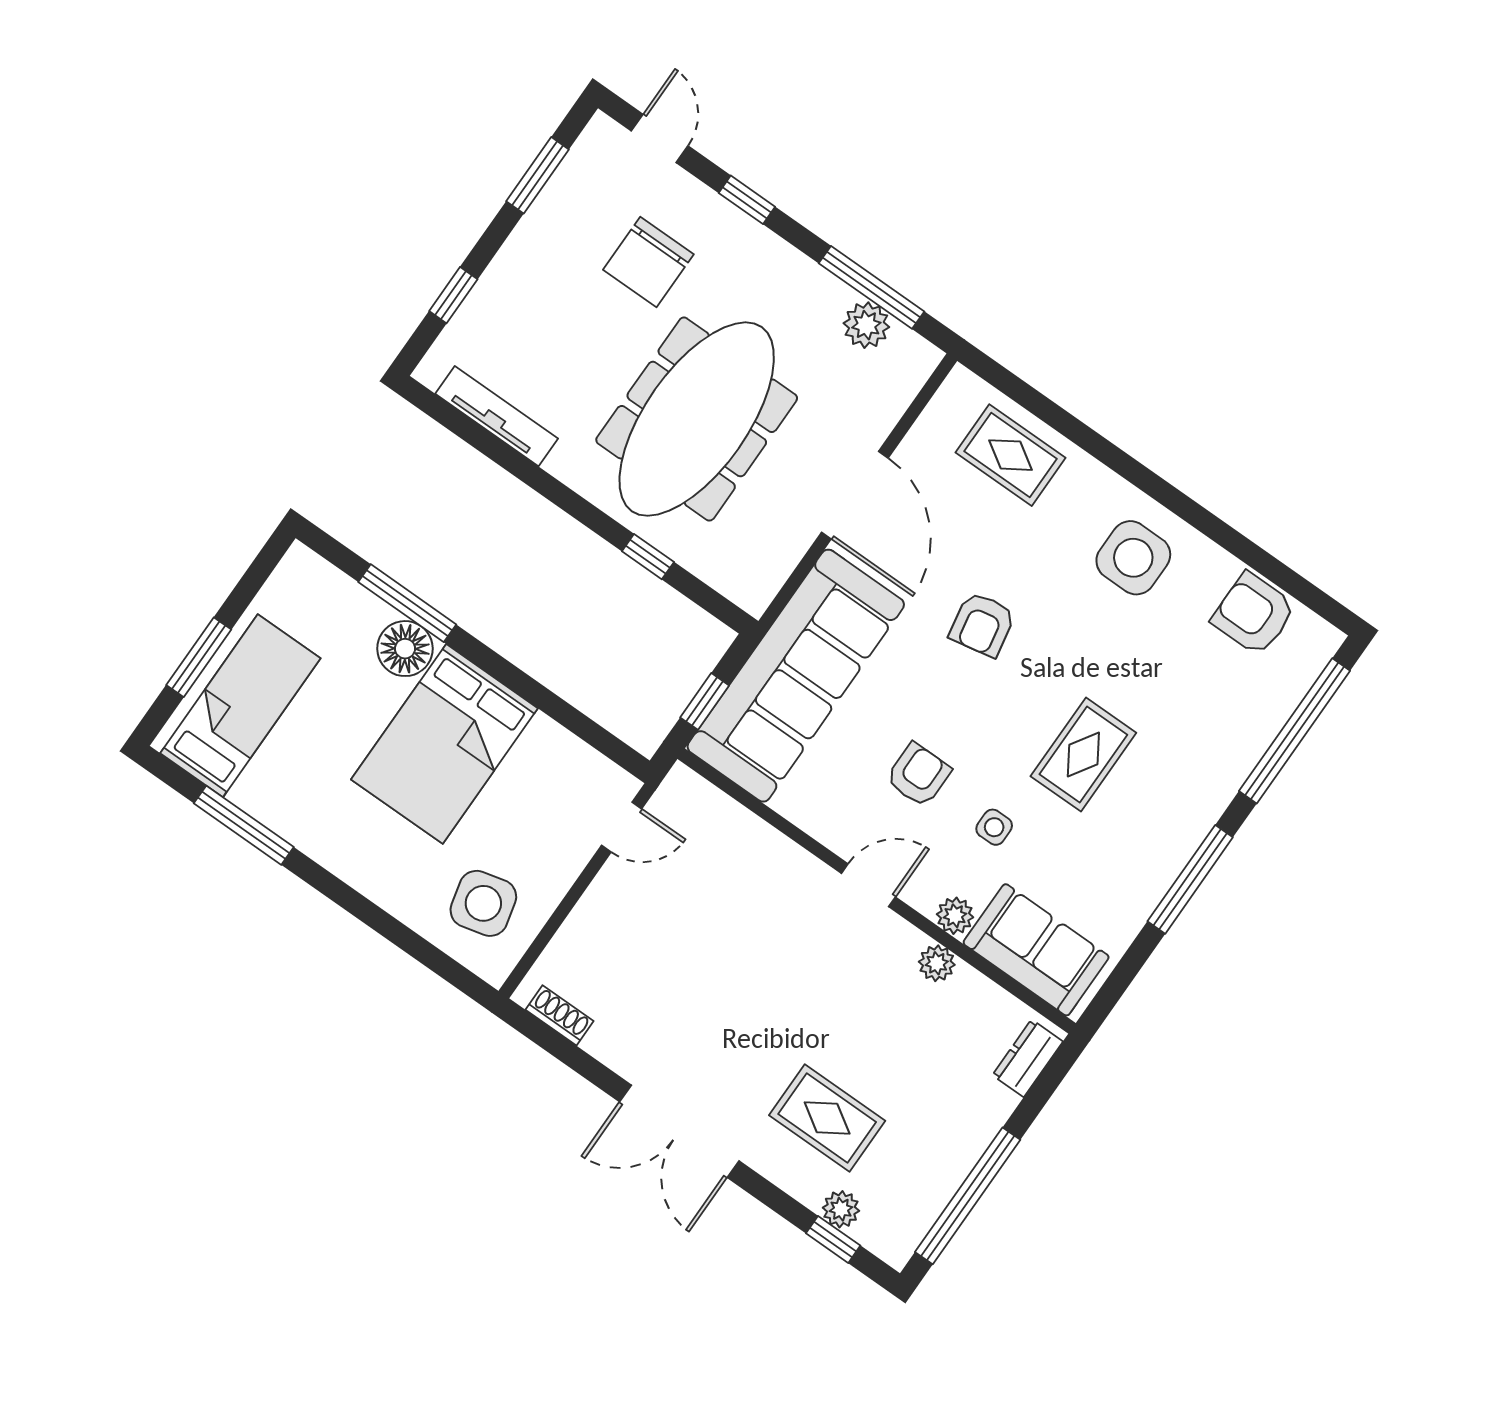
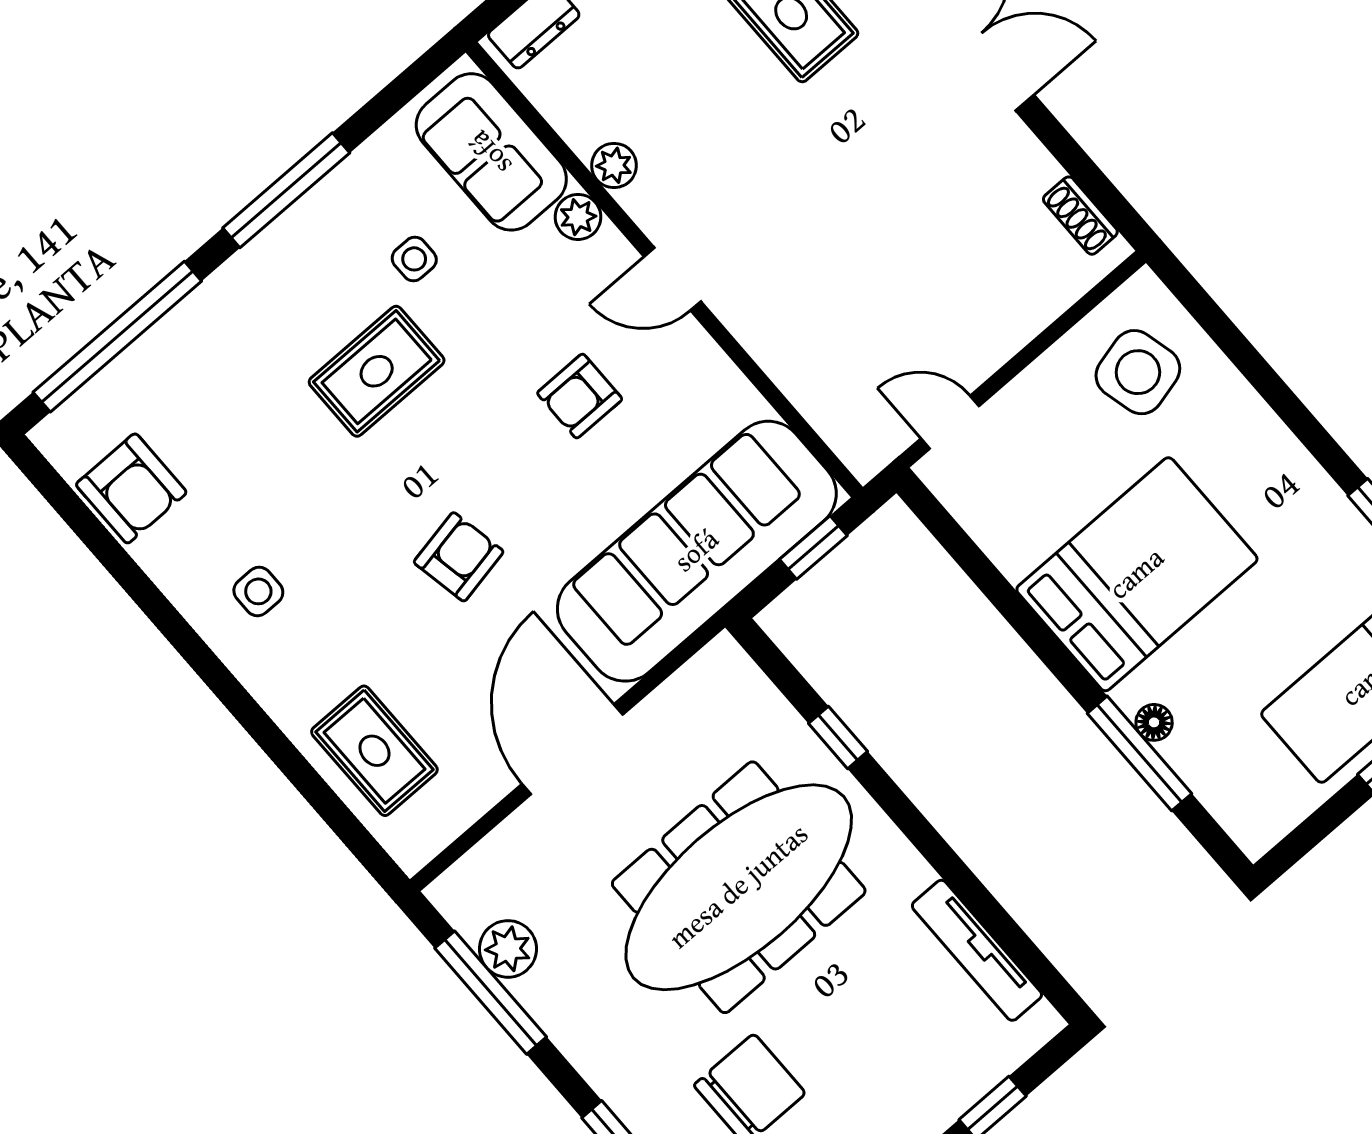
side table: (1133, 558) -> (258, 591), width x0.54, depth x0.54
floor lamp: (405, 649) -> (1154, 722), width x0.53, depth x0.53
side table: (994, 827) -> (414, 259), moved

